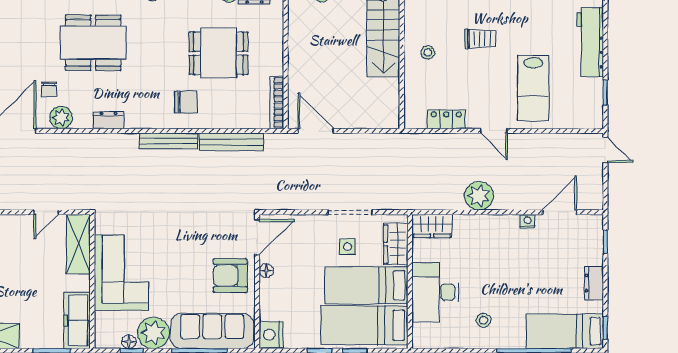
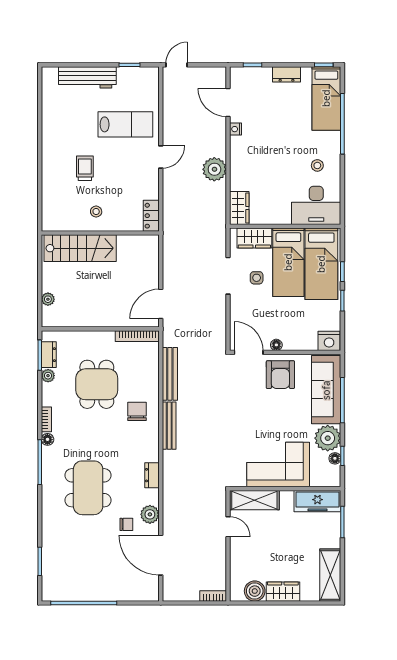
locker: (446, 119) -> (151, 216), moved
desk: (435, 292) -> (316, 205), moved

